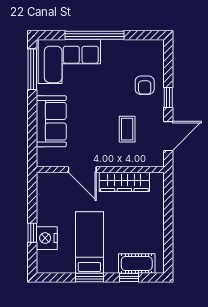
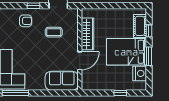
sofa: (51, 121) -> (62, 81), moved
nightstand: (47, 238) -> (140, 73), moved, turned -90
bed: (89, 243) -> (126, 52), width x1.50

